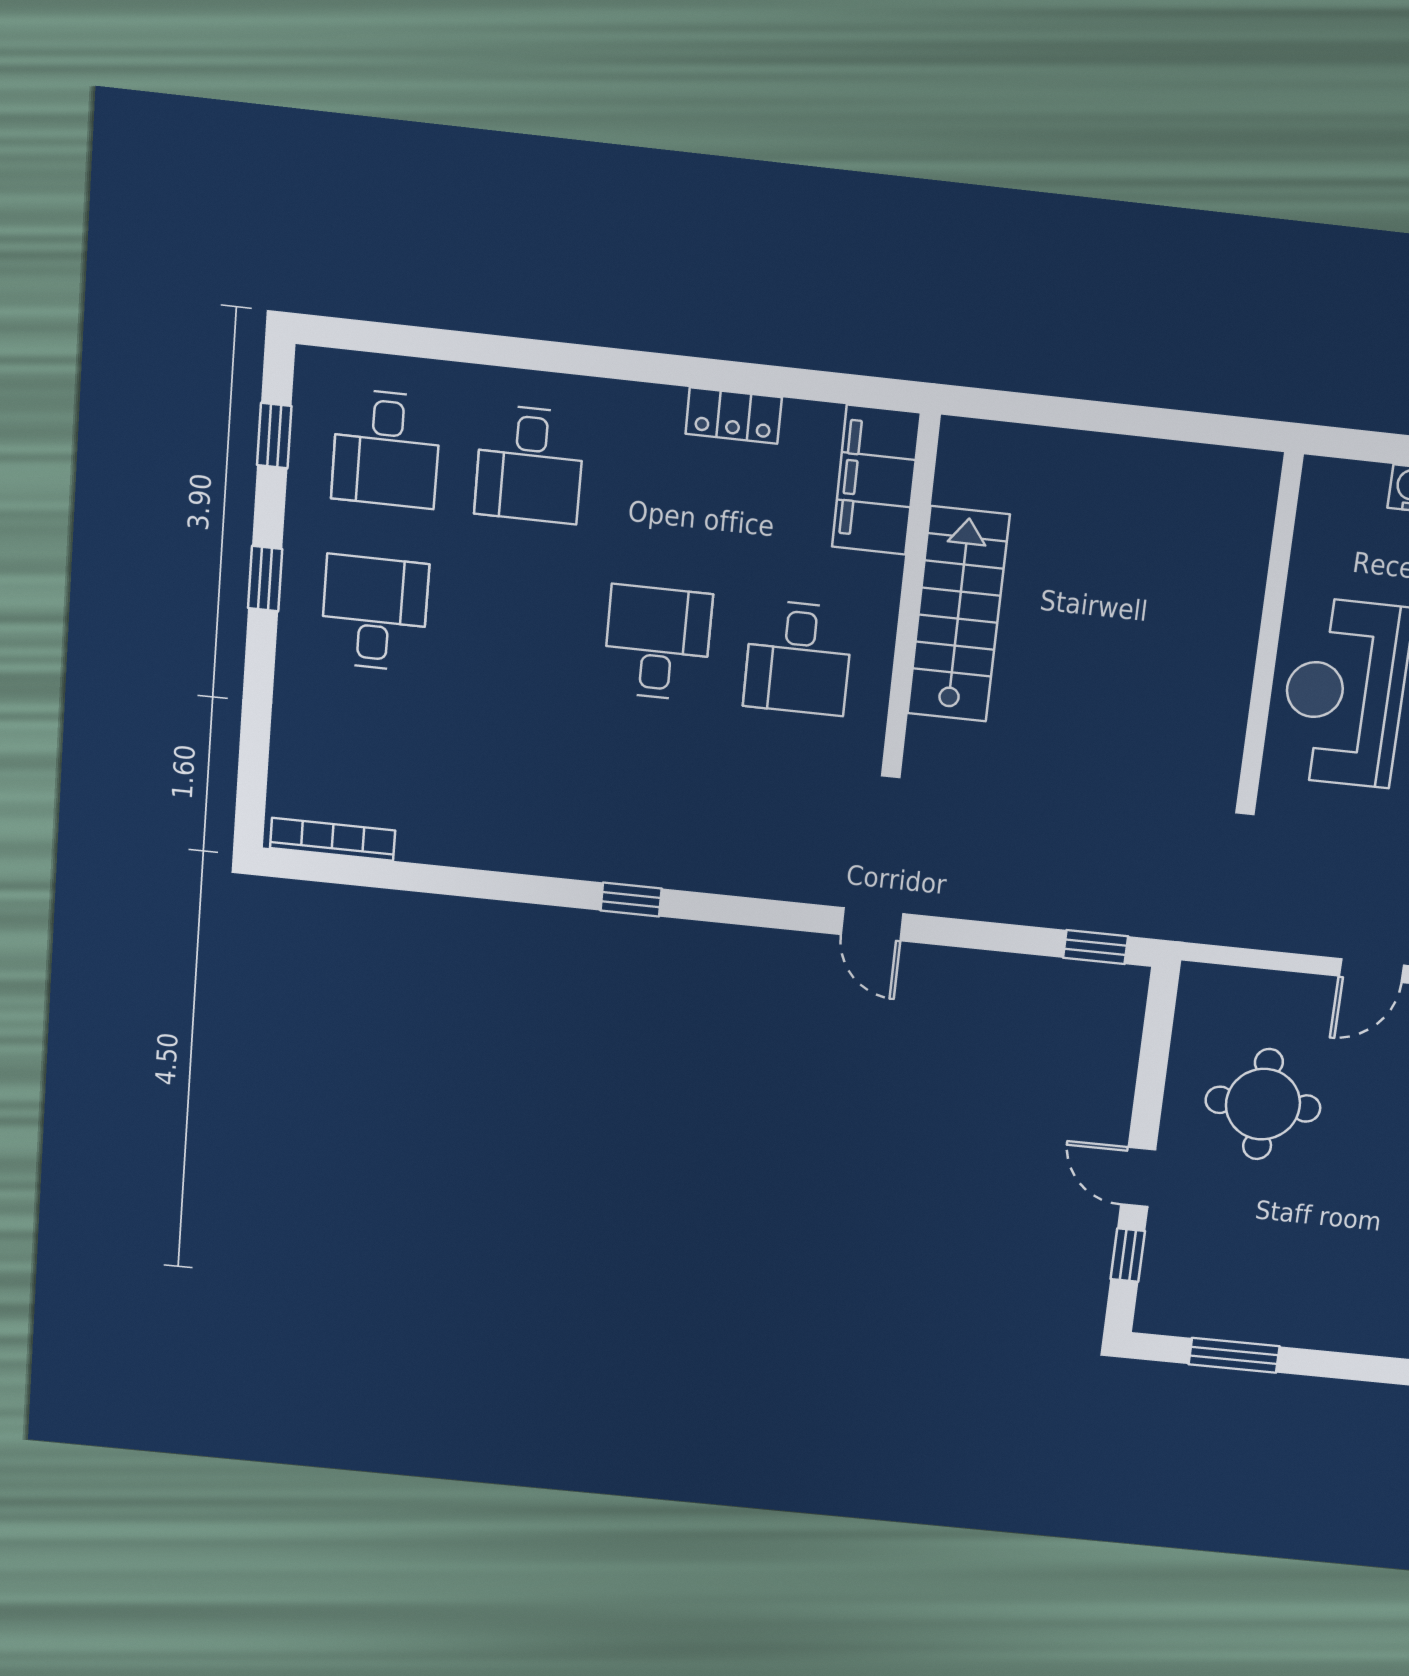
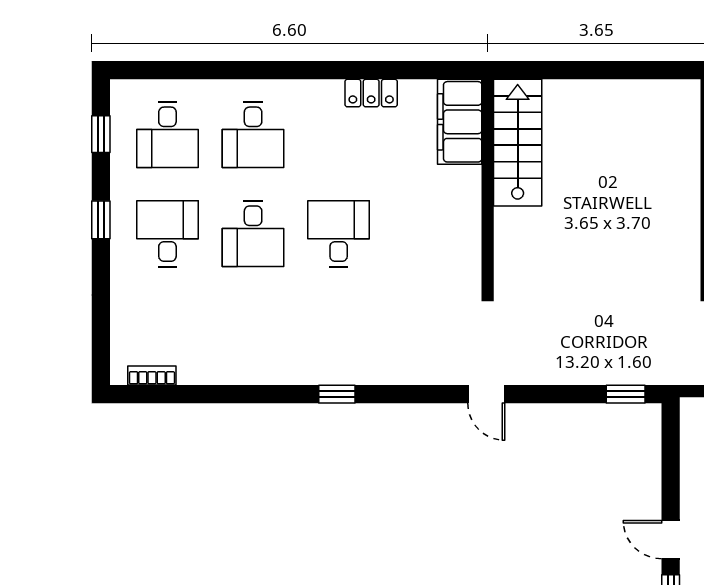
stairs: (958, 614) -> (518, 143), moved
desk: (798, 658) -> (253, 234), moved
bookcase: (333, 839) -> (152, 375), width x0.64

